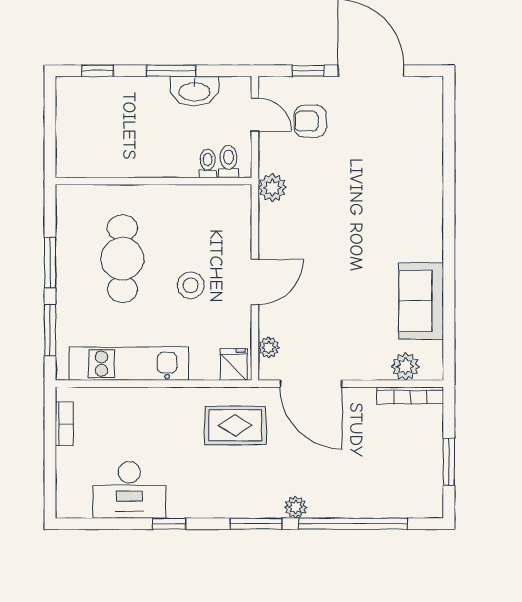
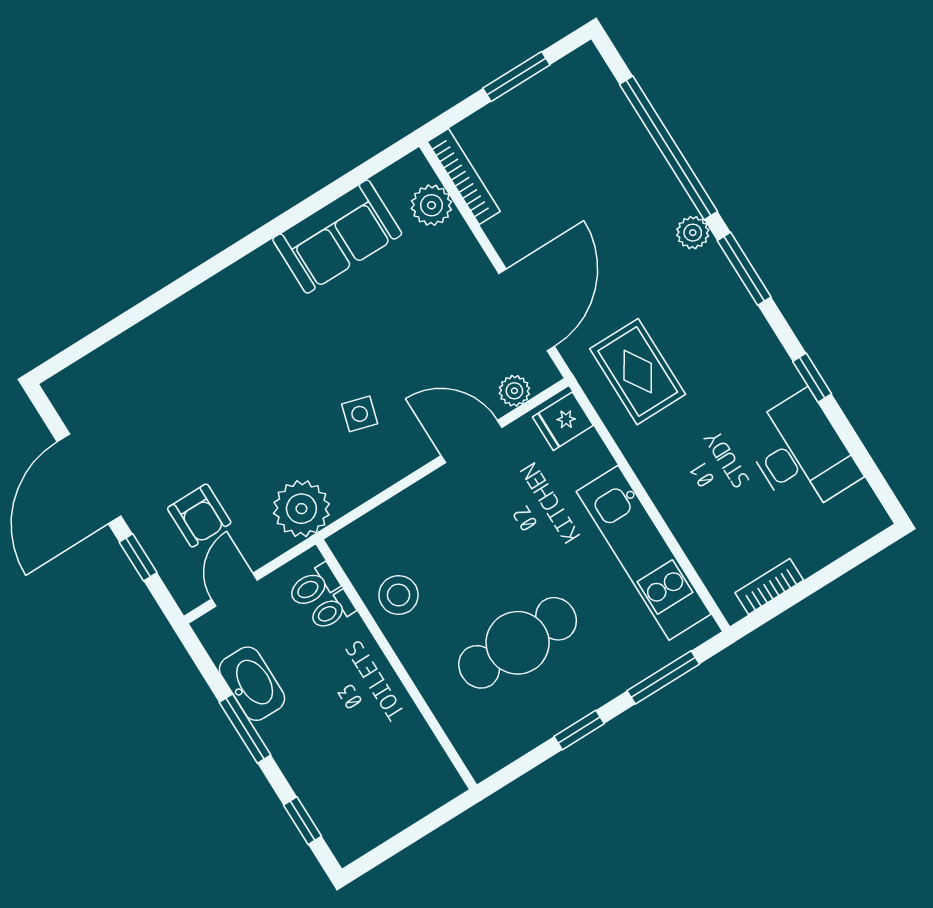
plant: (272, 188) -> (301, 509), width x1.36, depth x1.36
side table: (311, 250) -> (360, 414), added
window: (50, 263) -> (579, 730), width x0.67
door: (255, 282) -> (471, 442), moved
stool: (191, 285) -> (399, 595), moved

